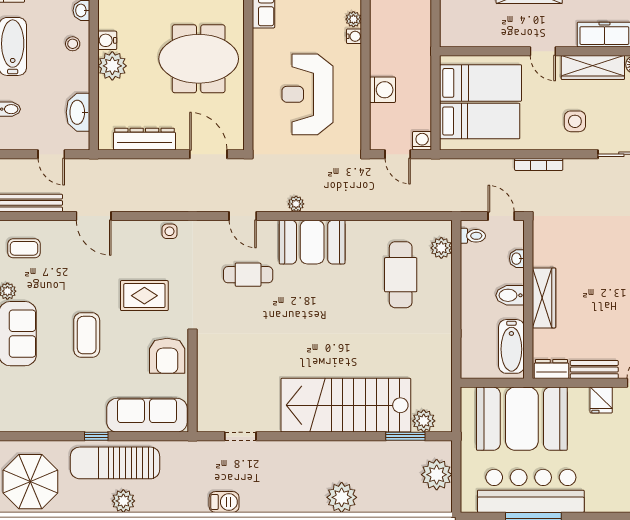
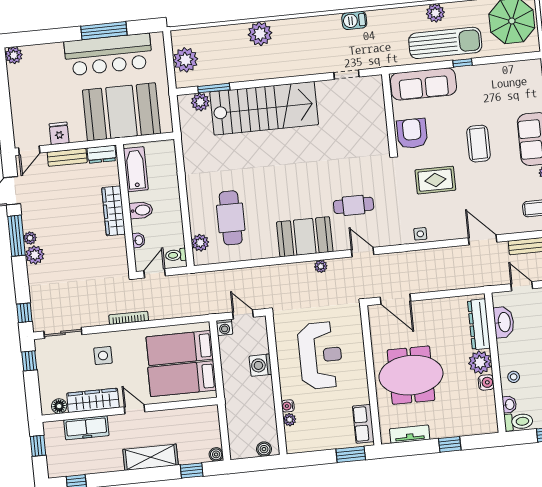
dresser: (144, 139) -> (479, 324), moved, turned 90
door: (501, 216) -> (155, 273), swing flipped

